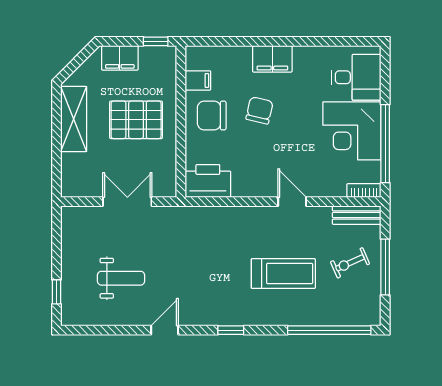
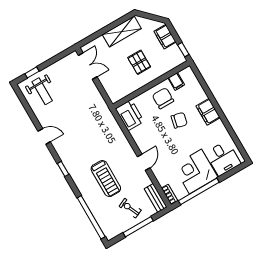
pallet: (136, 120) -> (139, 62), width x0.67, depth x0.71
double door: (127, 202) -> (88, 66), moved
weight bench: (121, 278) -> (42, 91), moved

